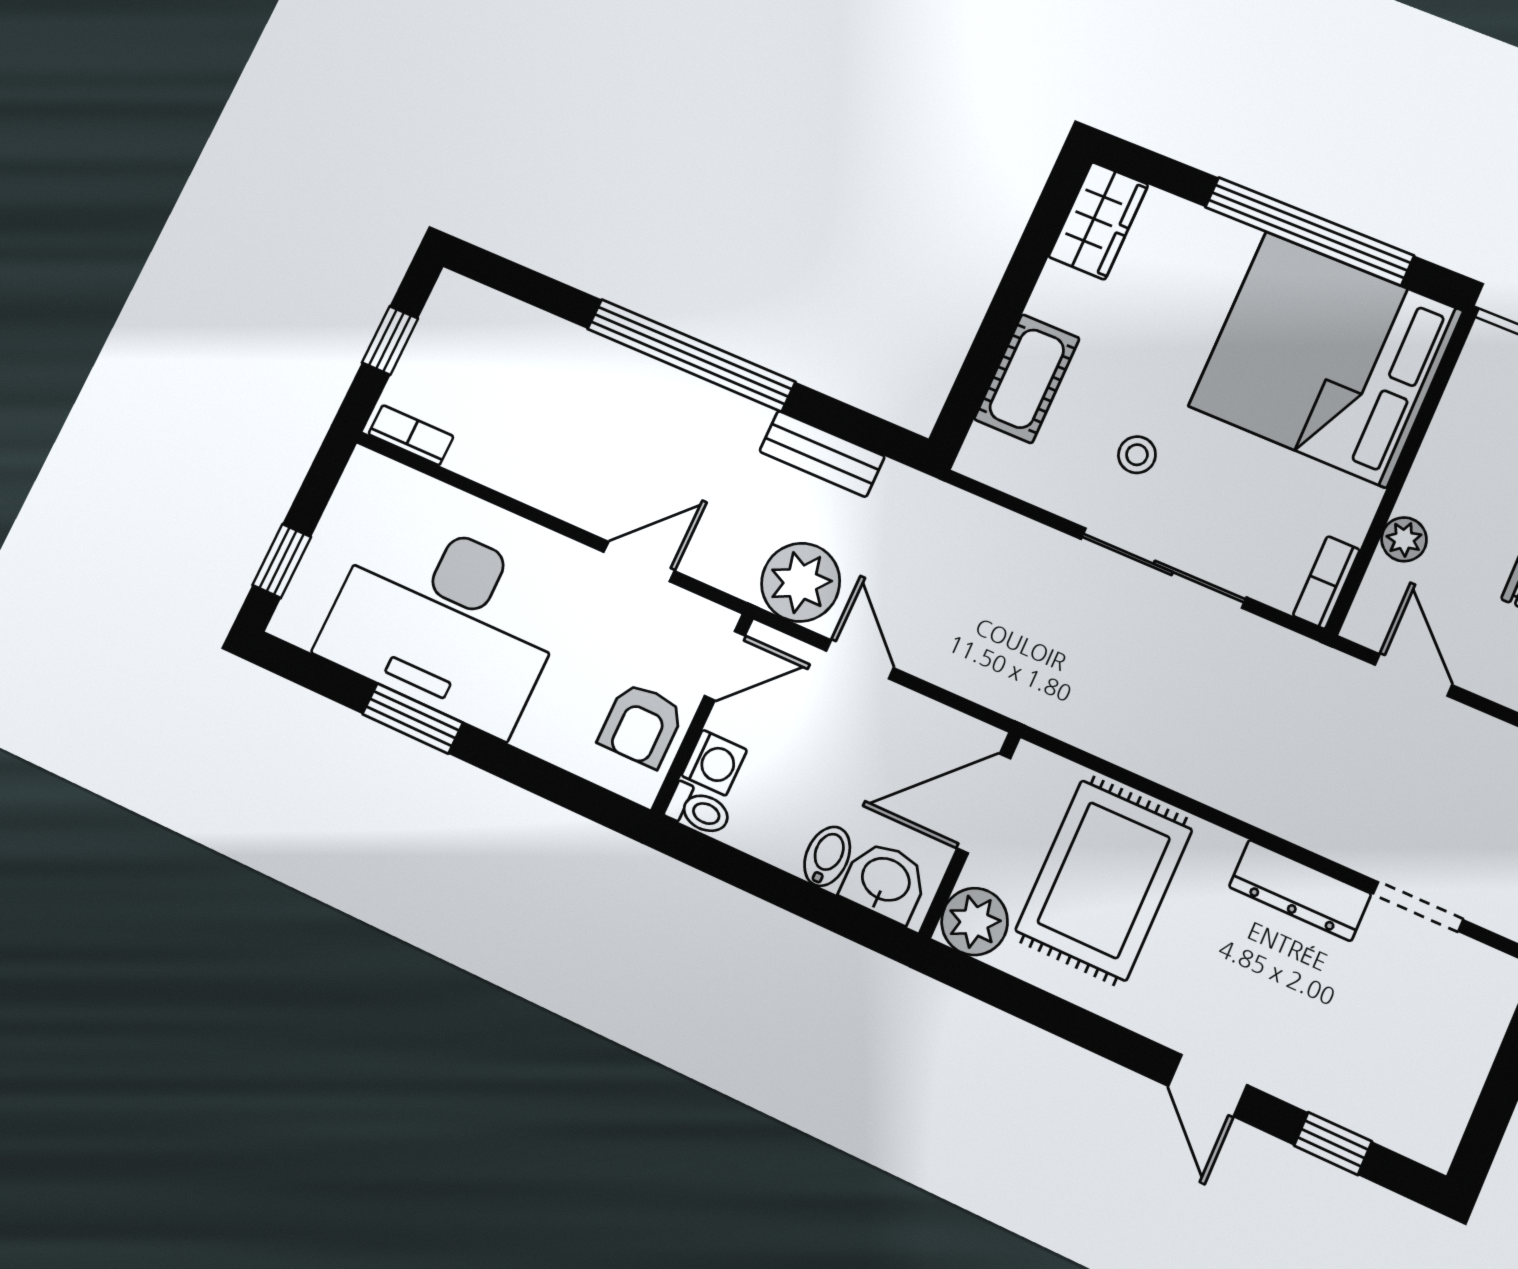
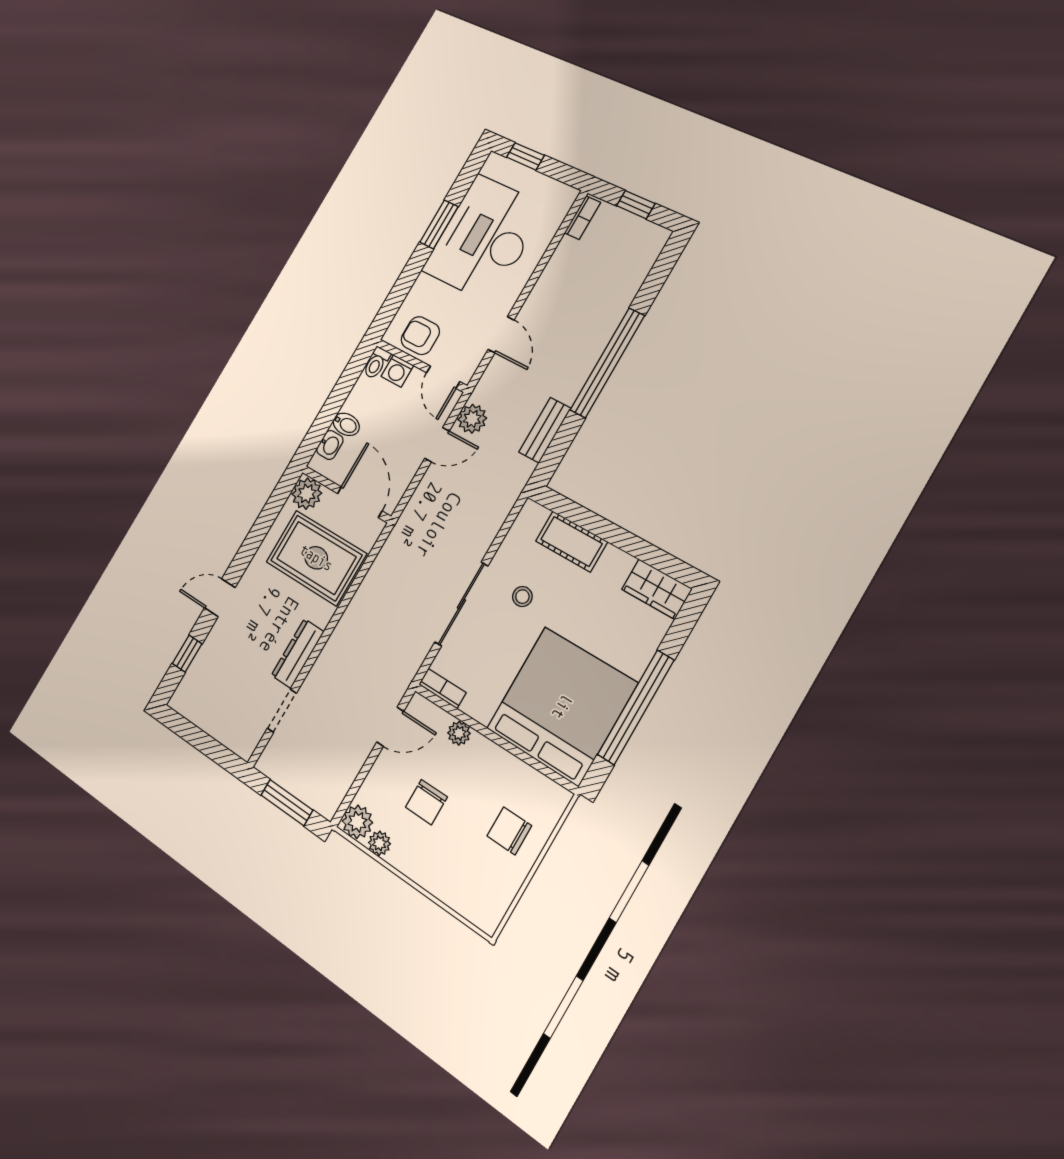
plant: (801, 582) -> (472, 419), width x0.73, depth x0.73
washbasin: (885, 881) -> (330, 445), width x0.72, depth x0.69

